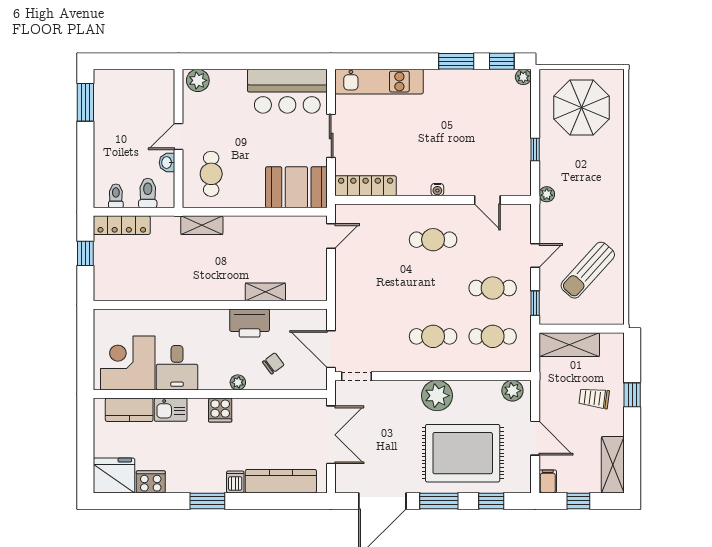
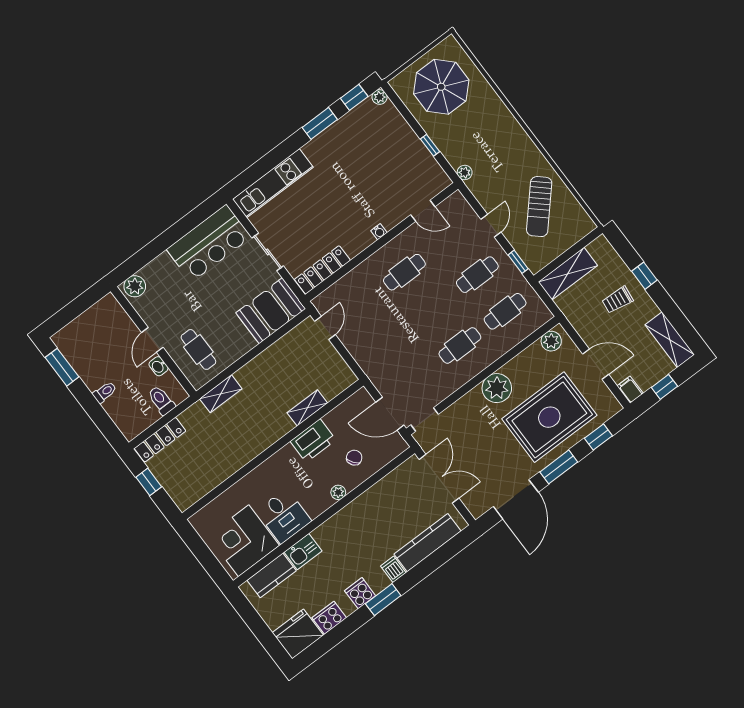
toilet: (116, 196) -> (105, 392), moved, turned 90
cooker: (220, 410) -> (360, 593), moved, turned 180

